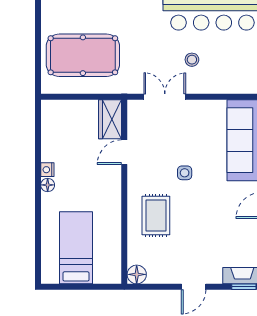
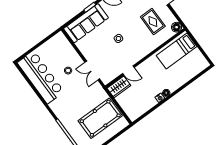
pool table: (83, 55) -> (100, 118), turned 90
rug: (156, 215) -> (153, 22), moved, turned 90
bed: (76, 248) -> (177, 51), moved

